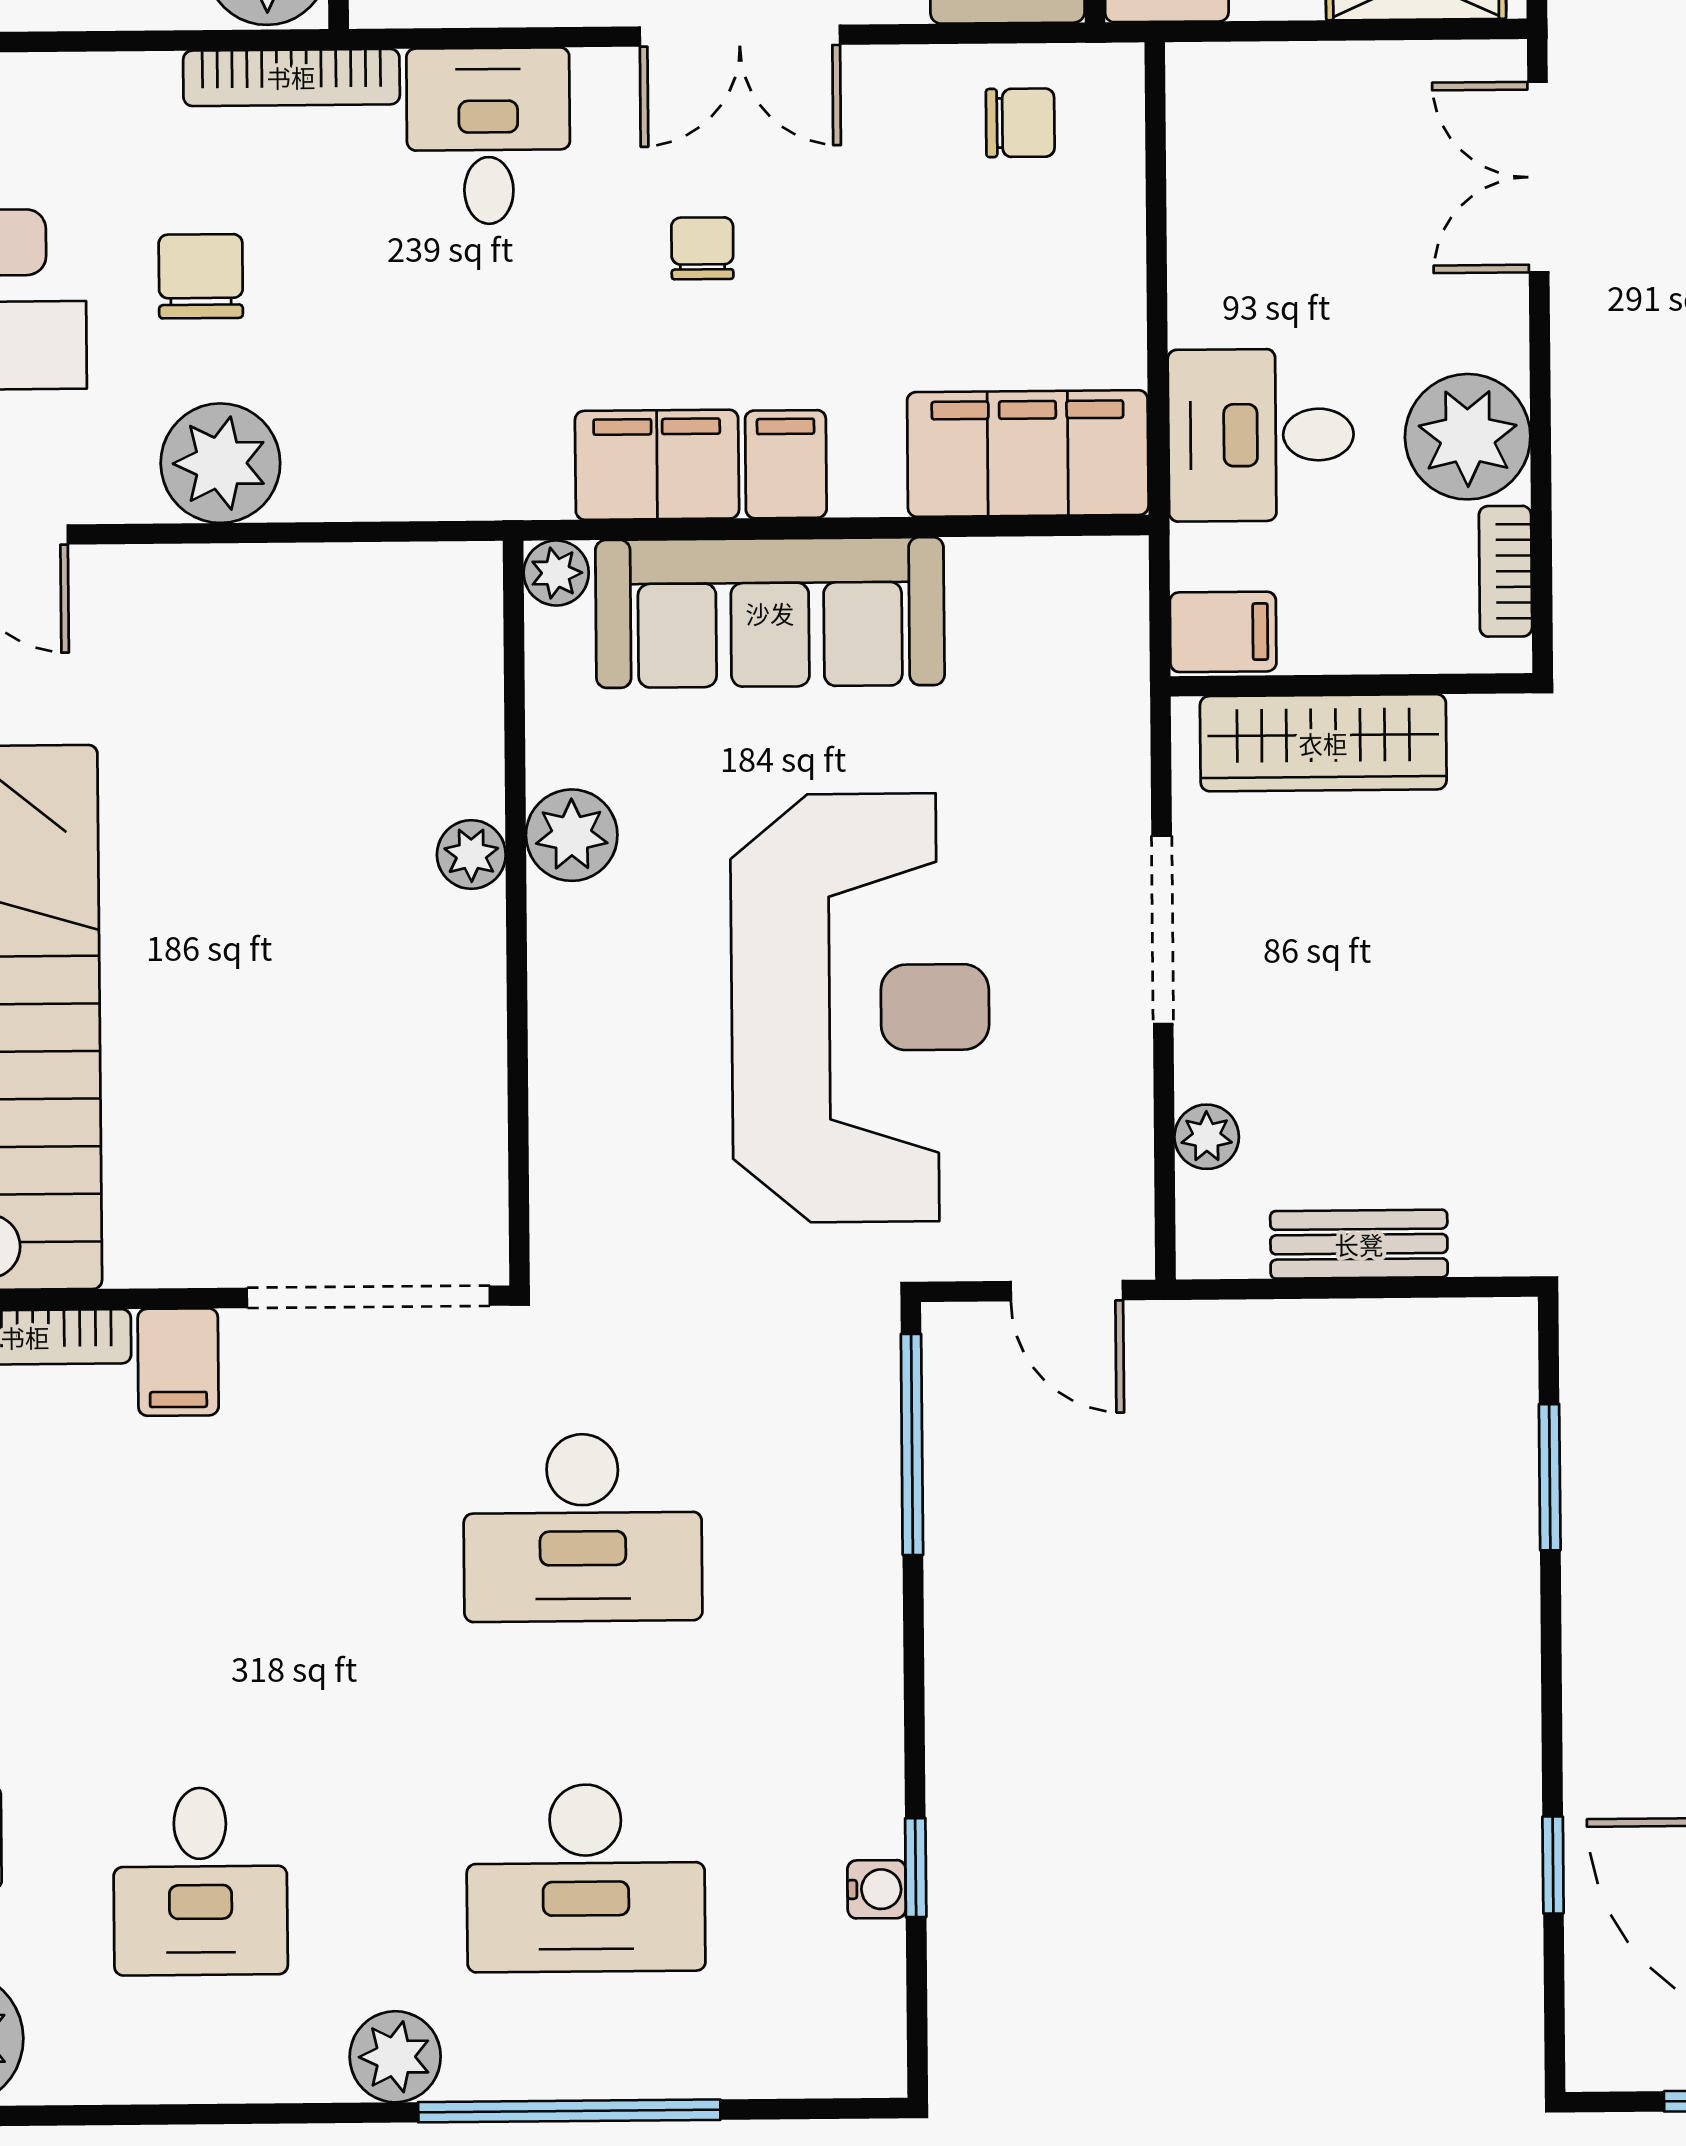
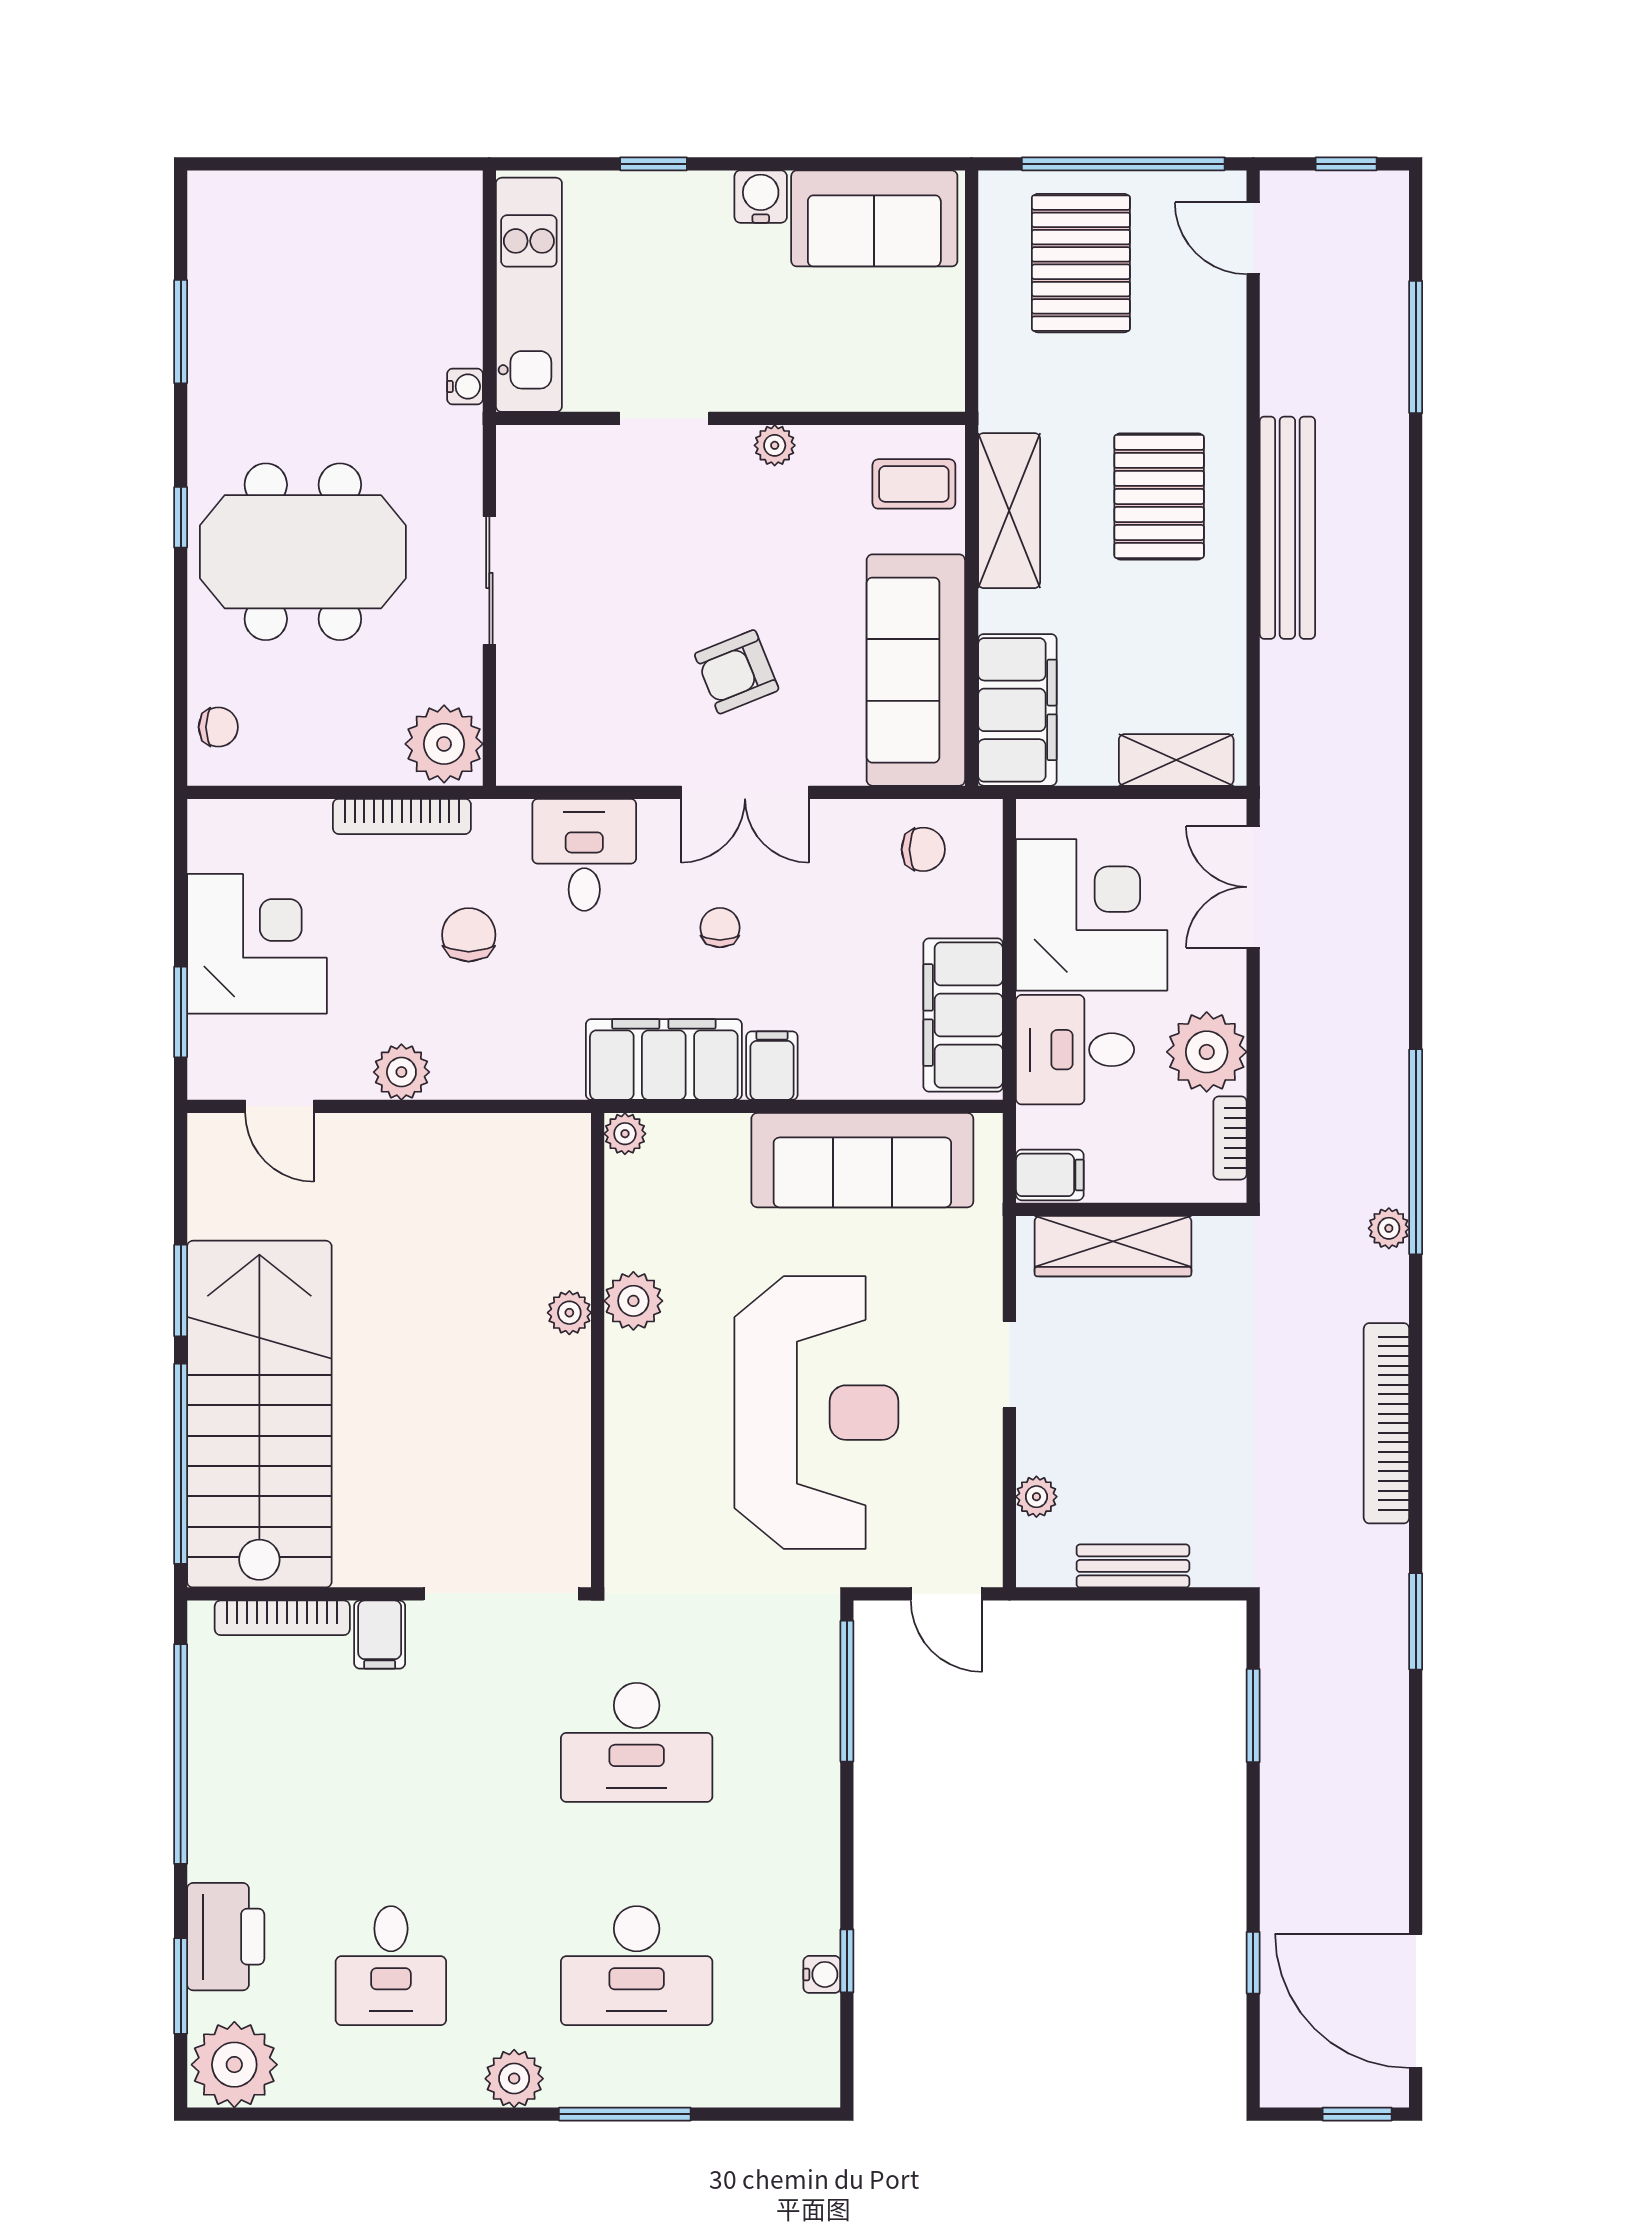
bookcase: (291, 77) -> (402, 816), moved
corner desk: (1285, 223) -> (1092, 915), added
chair: (201, 276) -> (469, 935), moved
filing cabinet: (1028, 454) -> (963, 1015), moved, turned -90
plant: (220, 463) -> (401, 1072), width x0.73, depth x0.73
filing cabinet: (657, 465) -> (664, 1059), width x1.50, depth x1.17
sofa: (770, 613) -> (862, 1160), moved
doorway: (1162, 930) -> (1009, 1365), width x0.73
window: (569, 2111) -> (625, 2114), width x0.68

